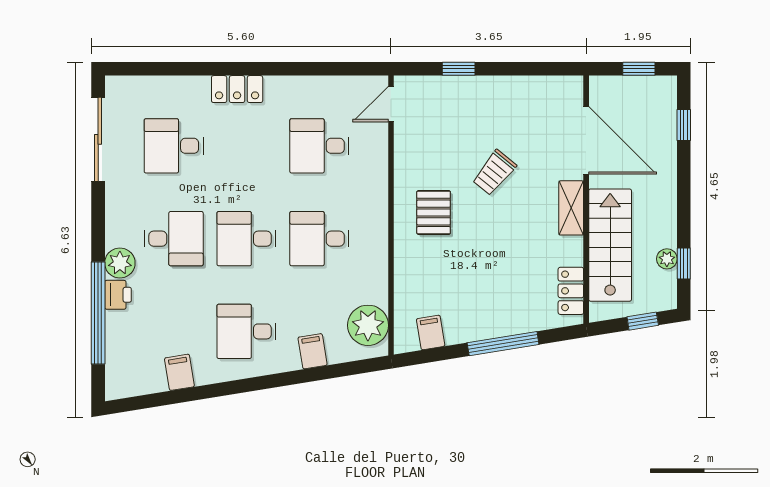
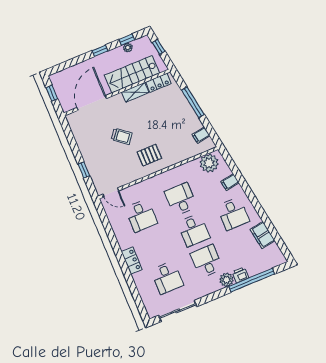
window: (684, 125) -> (100, 51), moved
shelving: (571, 208) -> (135, 92), moved
desk: (319, 239) -> (181, 199), turned 180
filing cabinet: (179, 372) -> (262, 235), width x2.00

